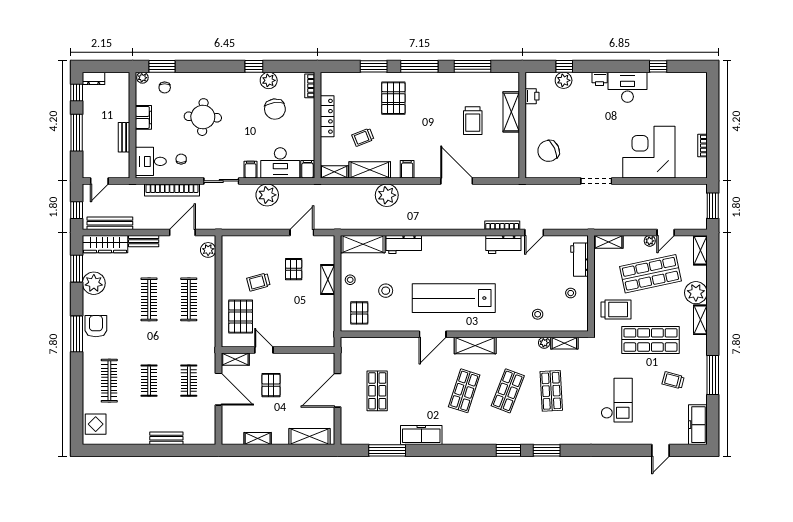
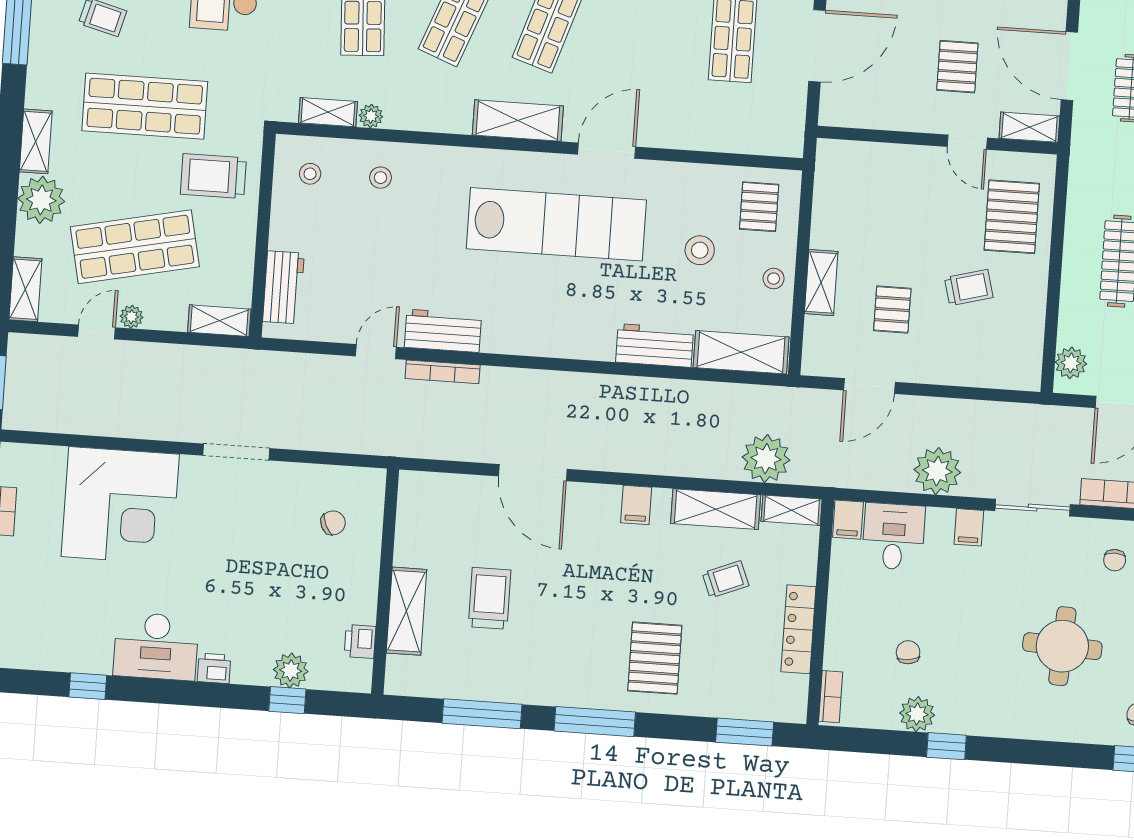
window: (374, 66) -> (745, 732), moved
chair: (275, 109) -> (908, 652), width x0.54, depth x0.54
chair: (549, 151) -> (333, 523), width x0.54, depth x0.54
desk: (280, 163) -> (893, 536), width x0.73
plant: (387, 195) -> (766, 459), moved
stool: (571, 293) -> (310, 174), moved

